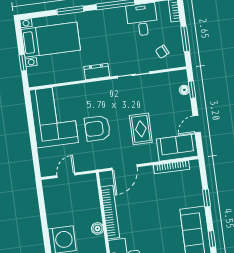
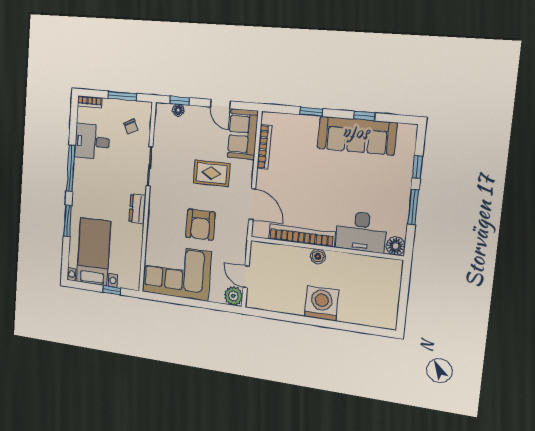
plant: (48, 168) -> (233, 296), added

